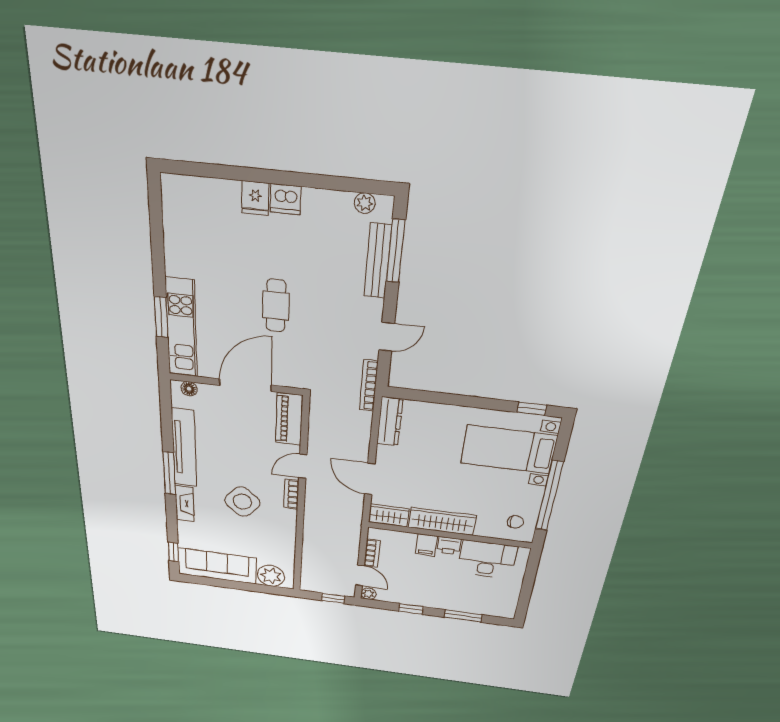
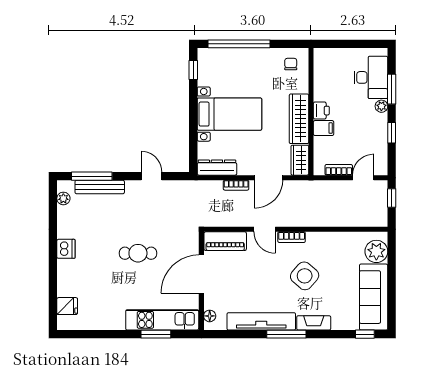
fridge: (255, 198) -> (67, 306), moved
door: (245, 385) -> (201, 274), hinge flipped
bookcase: (369, 386) -> (236, 185), moved, width x0.64
bed with nightstands: (509, 449) -> (229, 114), moved, turned -90
window: (549, 496) -> (239, 44), moved
desk: (487, 560) -> (371, 77), moved, turned 180
plant: (369, 594) -> (381, 106), moved

